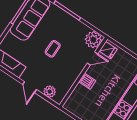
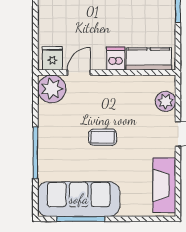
door: (92, 58) -> (79, 72), hinge flipped
kitchen counter: (76, 97) -> (149, 59), added

